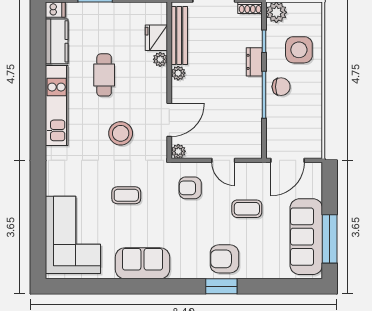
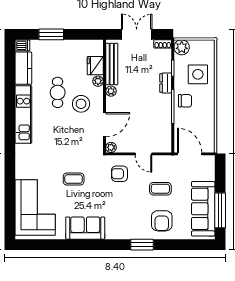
stool: (121, 133) -> (81, 104), moved
door: (287, 160) -> (190, 154), swing flipped
armchair: (224, 259) -> (162, 221), moved, turned -90

